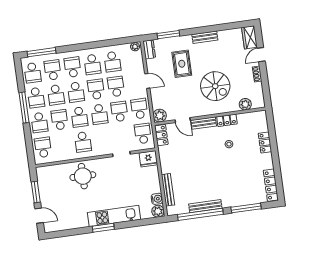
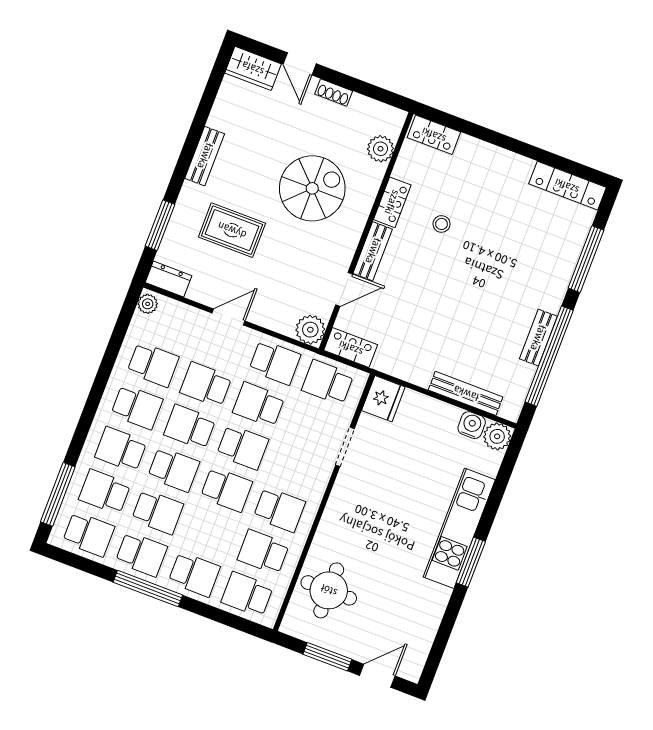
school desk: (139, 109) -> (275, 362), turned 180
school desk: (59, 120) -> (263, 552), moved
locker: (265, 142) -> (434, 135), moved
round table: (83, 176) -> (329, 590), moved
bench: (205, 206) -> (538, 338), width x0.73

